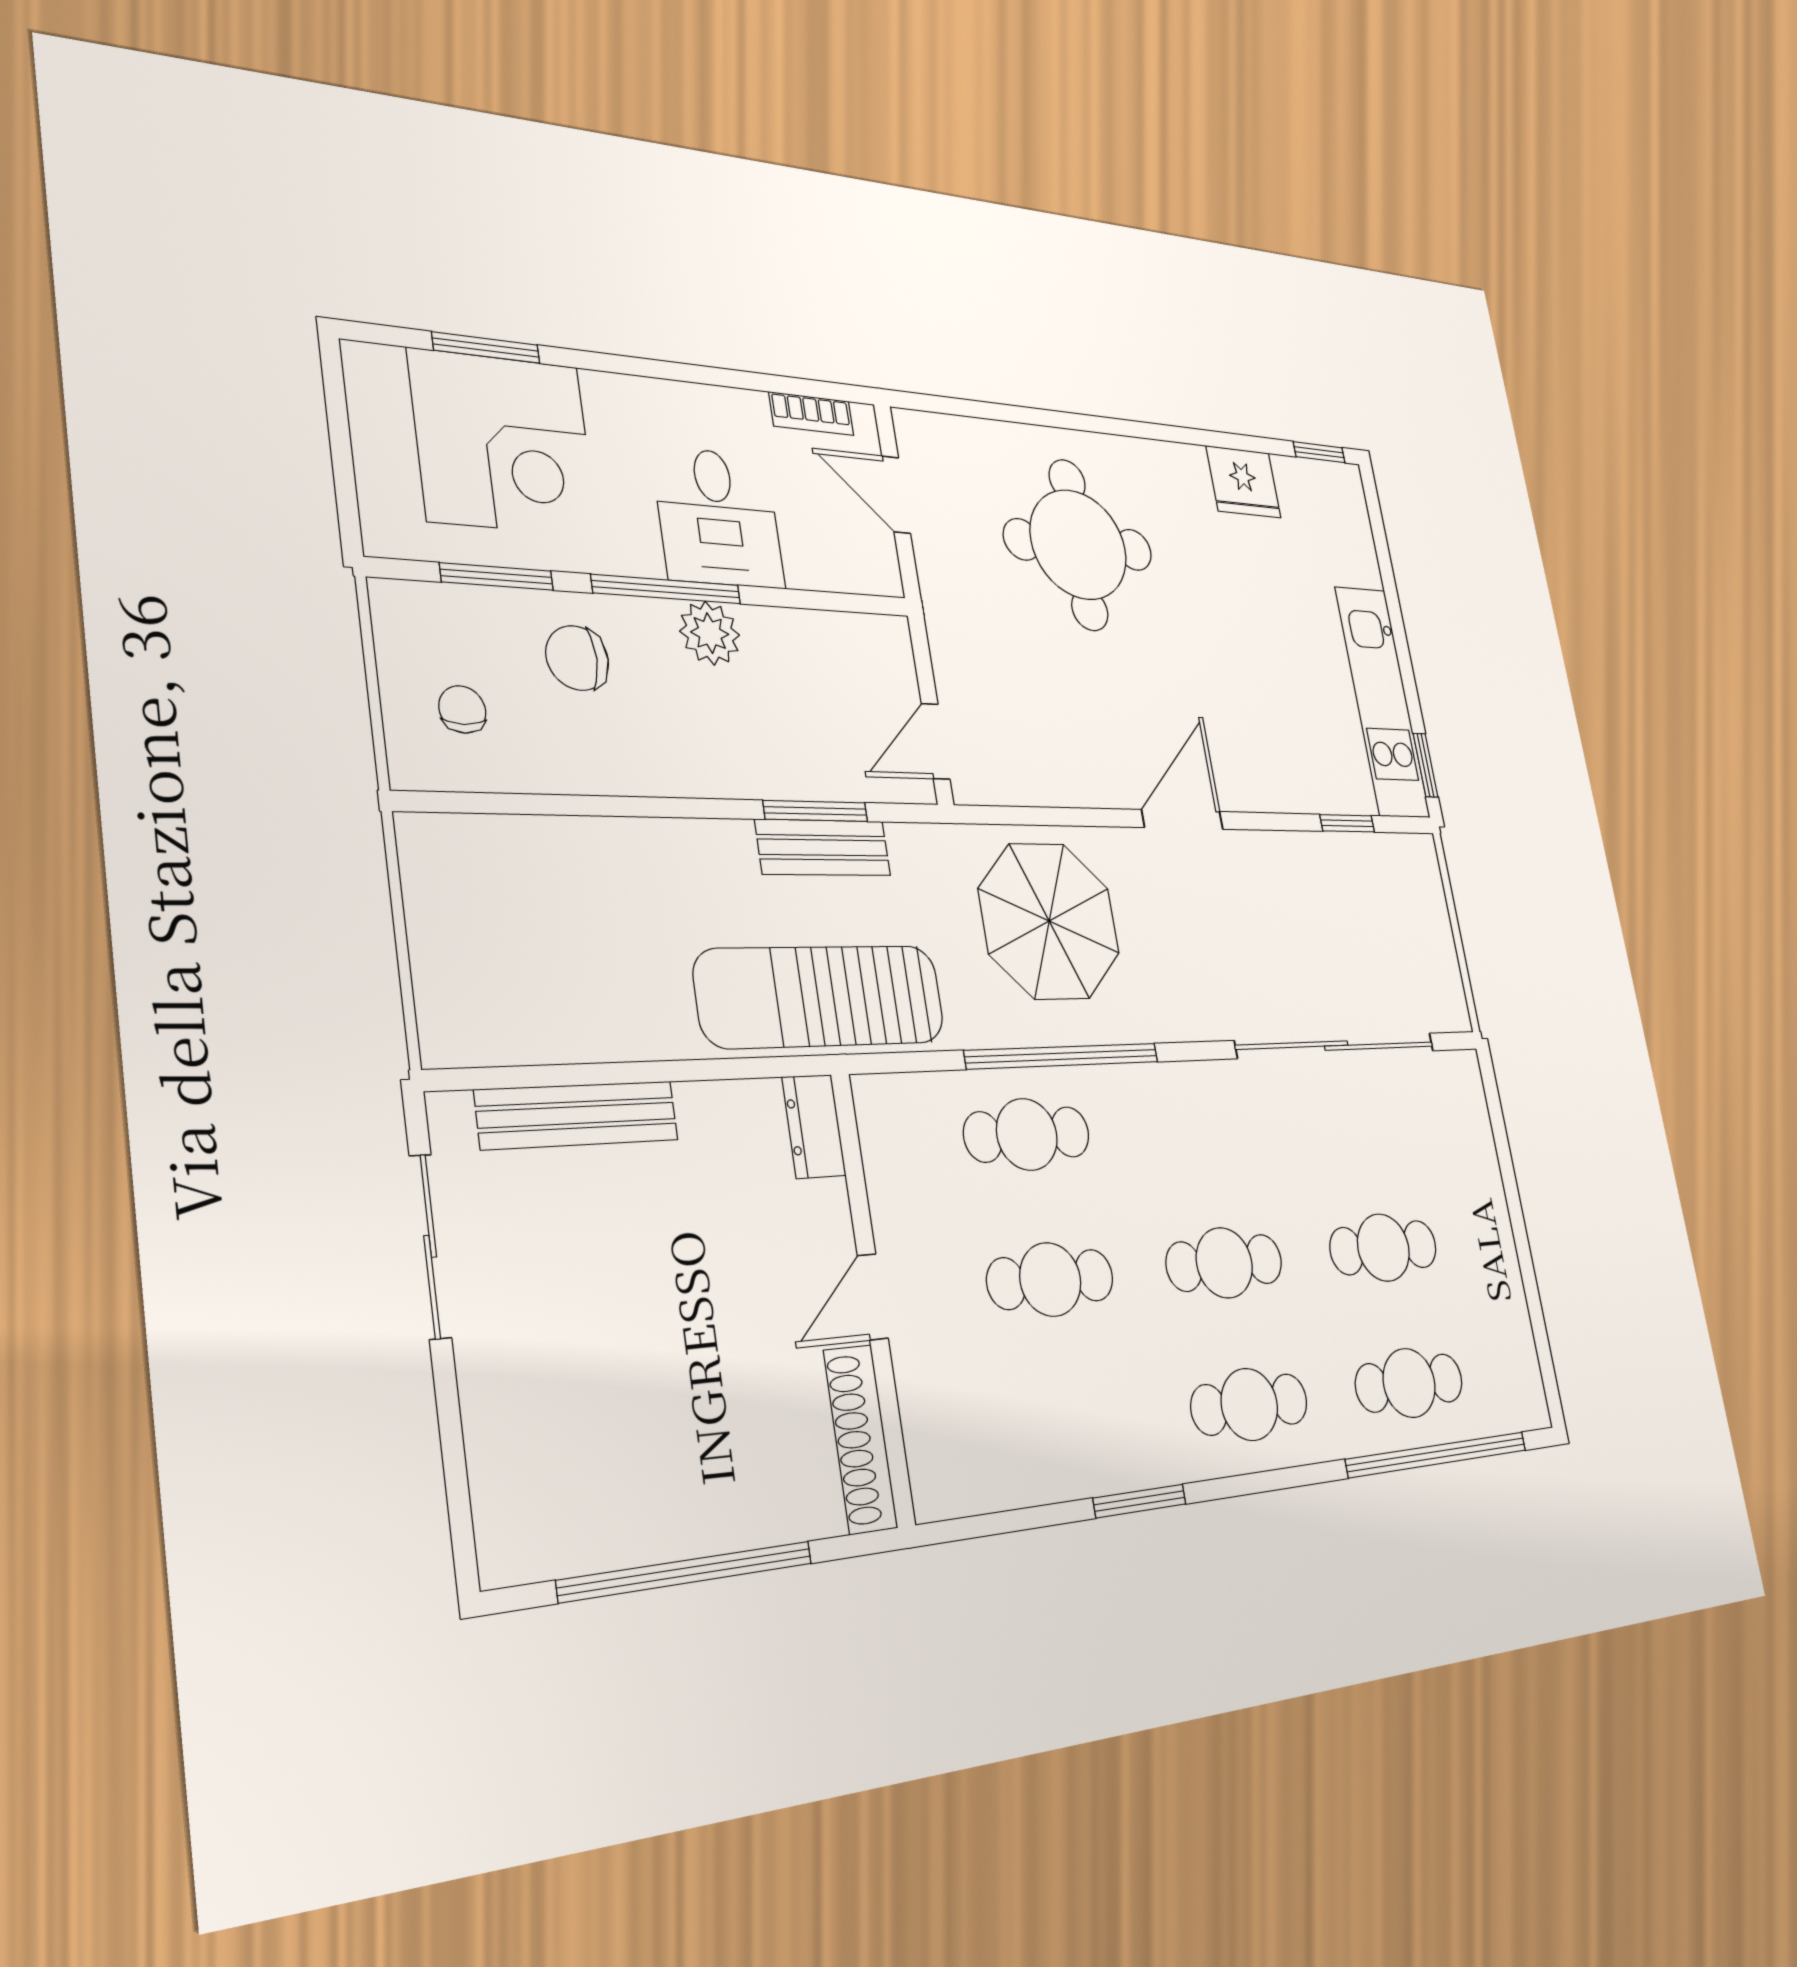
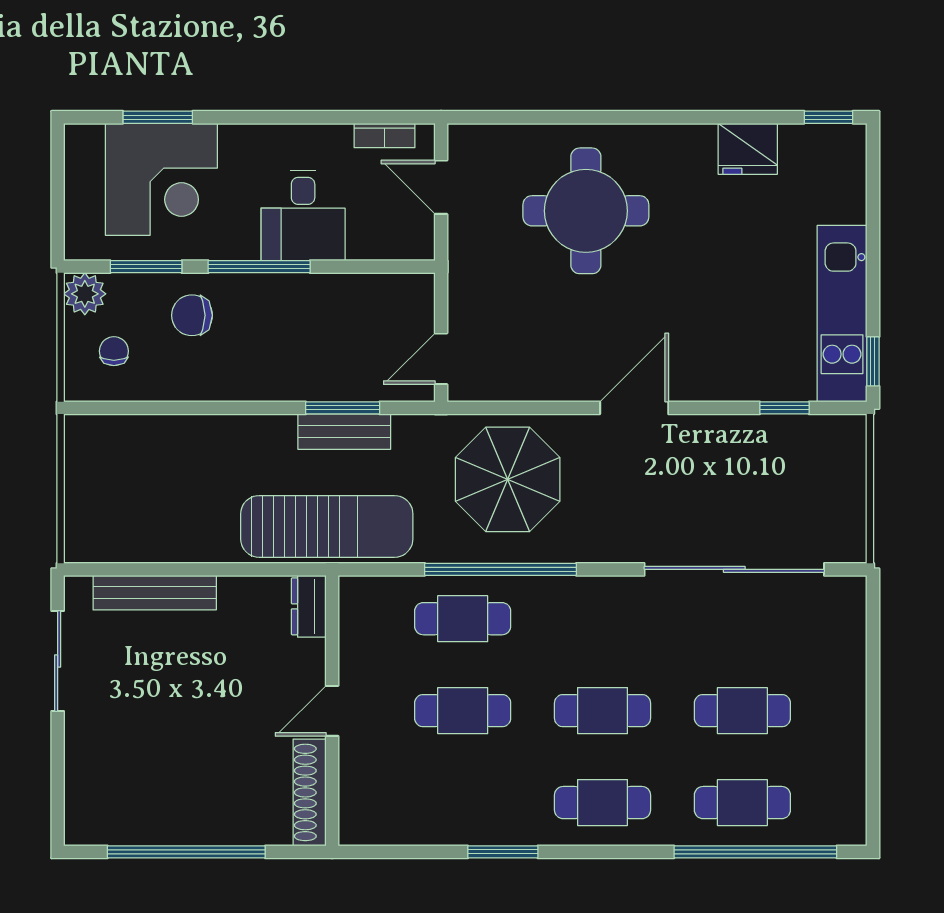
plant: (710, 633) -> (85, 294), moved
sun lounger: (821, 996) -> (327, 526), turned 180

